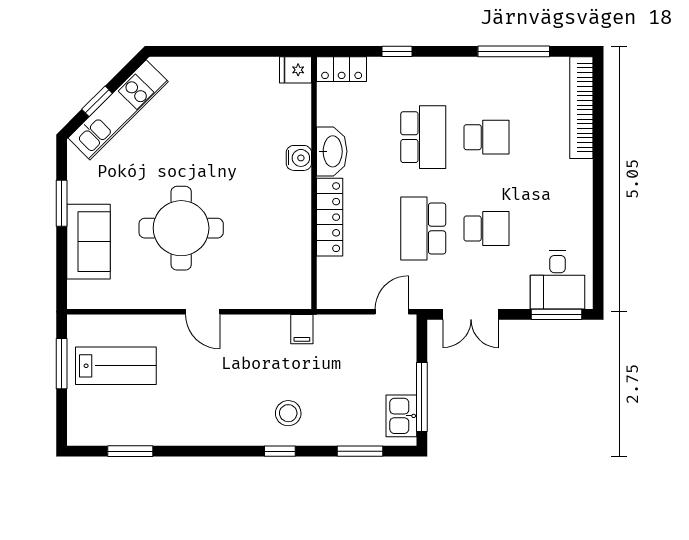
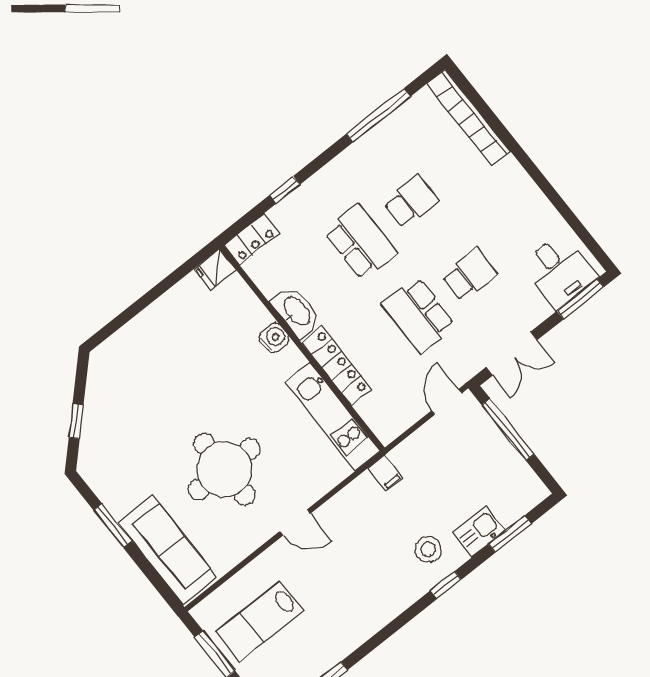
kitchen unit: (118, 110) -> (333, 417), moved, turned 135
sofa: (88, 242) -> (167, 550), width x1.36
lab bench: (116, 366) -> (260, 621), turned 180
window: (422, 397) -> (508, 430), moved
kitchen sink: (401, 416) -> (479, 532), moved, turned 90

